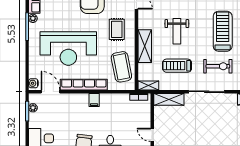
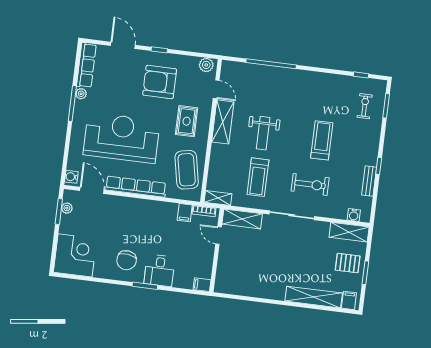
treadmill: (223, 31) -> (322, 140), width x0.73, depth x0.73
shelving: (145, 46) -> (223, 122), moved
reception desk: (68, 48) -> (122, 138), turned 180
treadmill: (177, 66) -> (258, 177), turned -90
filing cabinet: (94, 100) -> (185, 213), moved
door: (152, 135) -> (218, 236), moved

